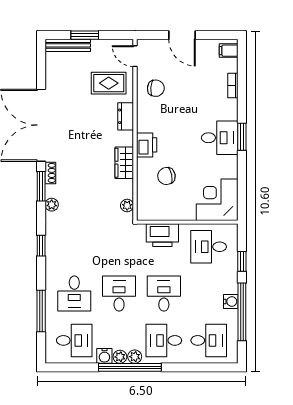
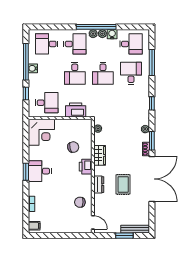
door: (182, 35) -> (63, 236), removed
rug: (109, 83) -> (123, 184), moved, turned 90
desk: (74, 340) -> (131, 44), turned 180

